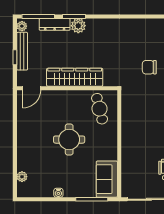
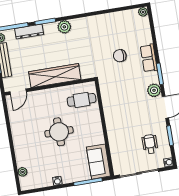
plant: (78, 26) -> (64, 27), moved
cafe table: (100, 109) -> (82, 100), turned -76

